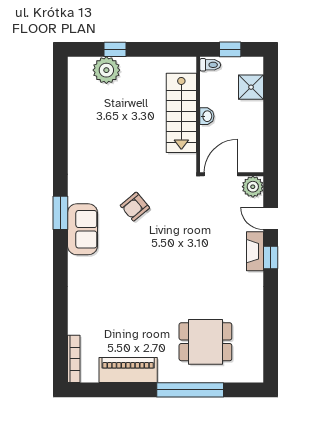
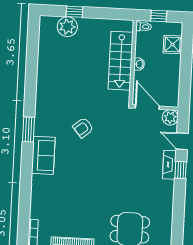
door: (221, 174) -> (147, 107), hinge flipped
sofa: (82, 229) -> (43, 155), moved

